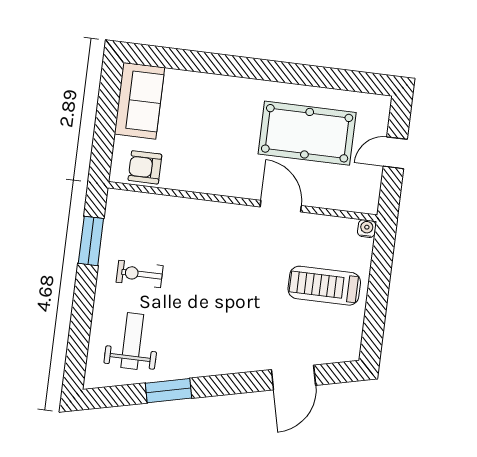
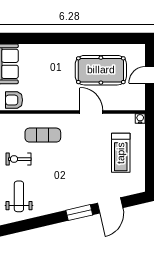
exercise mat: (189, 236) -> (43, 135), added
treadmill: (324, 286) -> (121, 153), turned -90
window: (169, 391) -> (79, 213), moved

